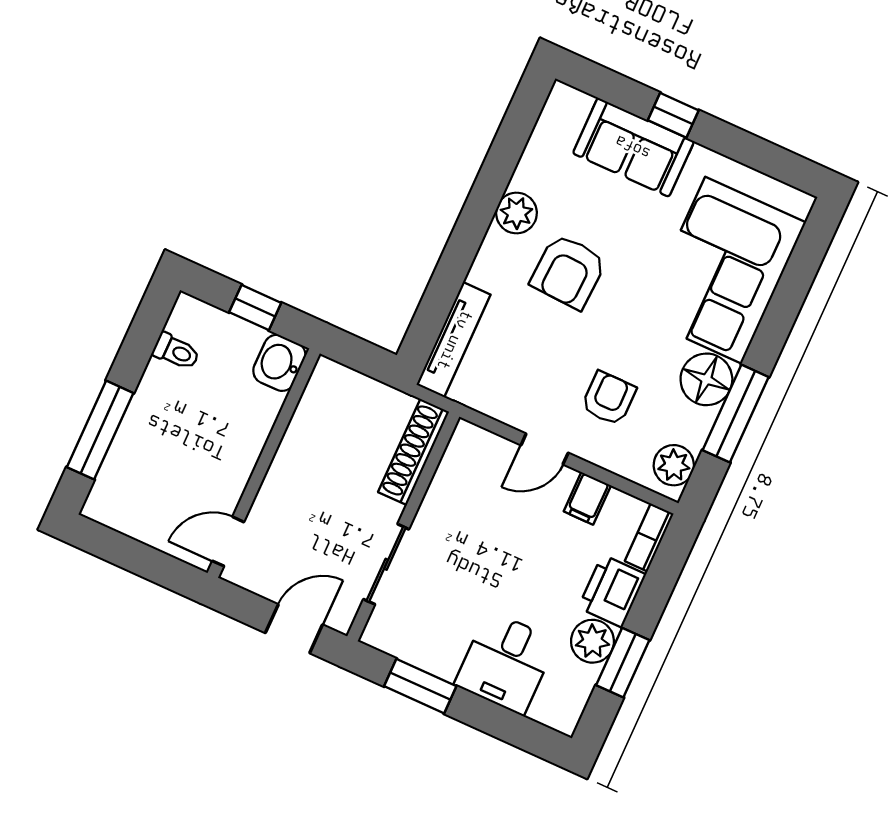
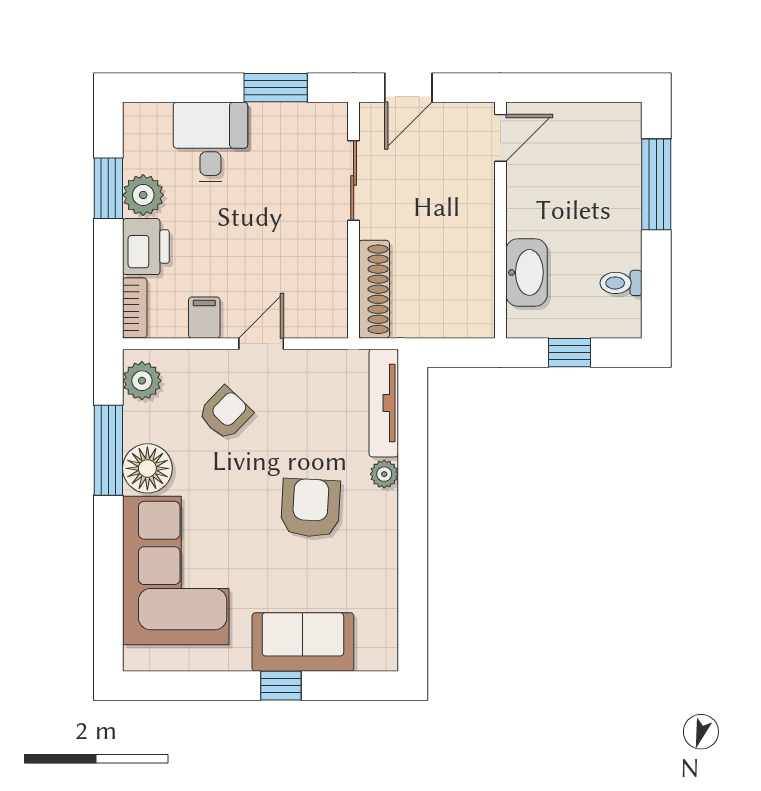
plant: (517, 213) -> (384, 474), moved, width x0.73, depth x0.73
washbasin: (279, 363) -> (527, 272), moved, width x1.38
armchair: (609, 398) -> (225, 413), turned -136

